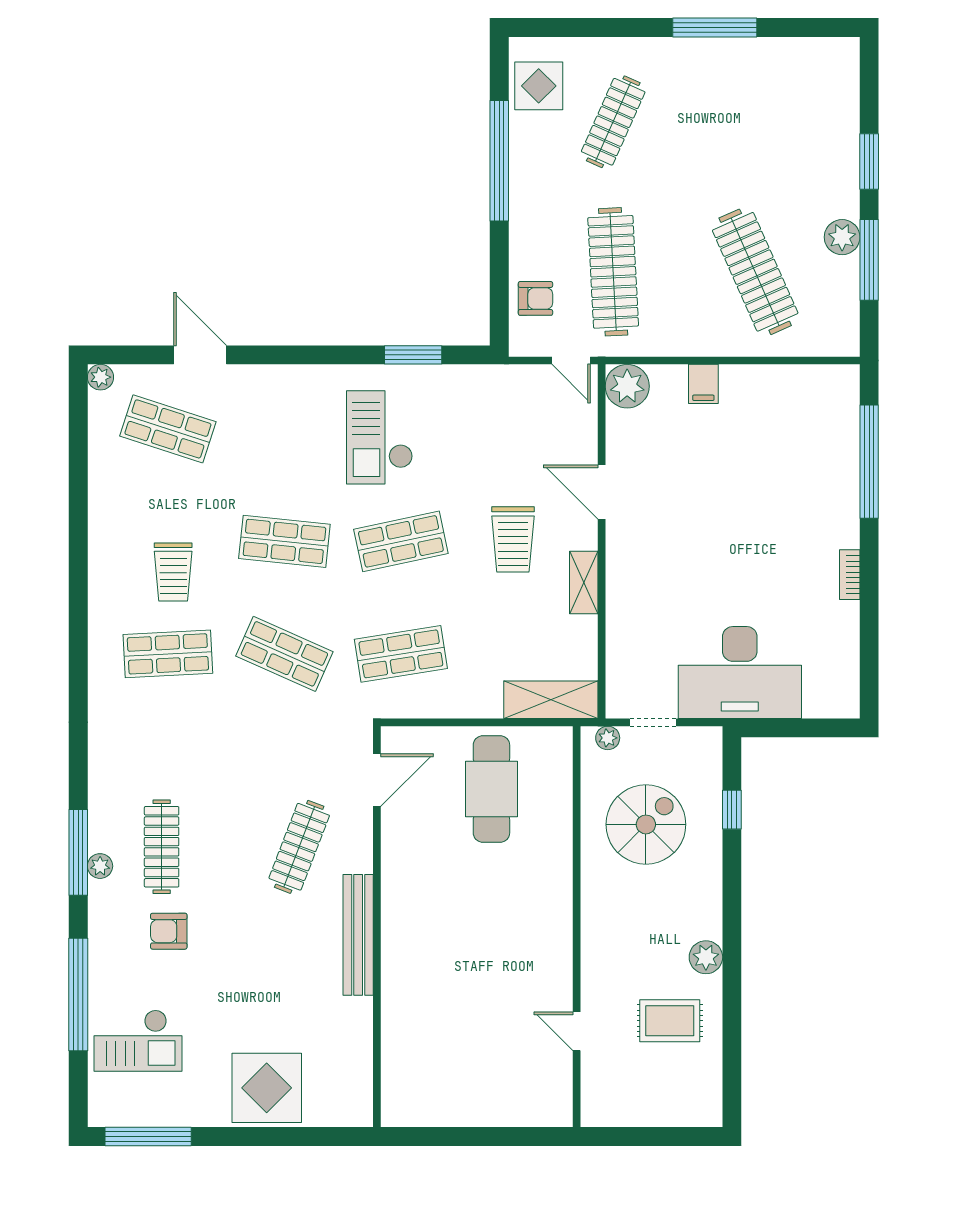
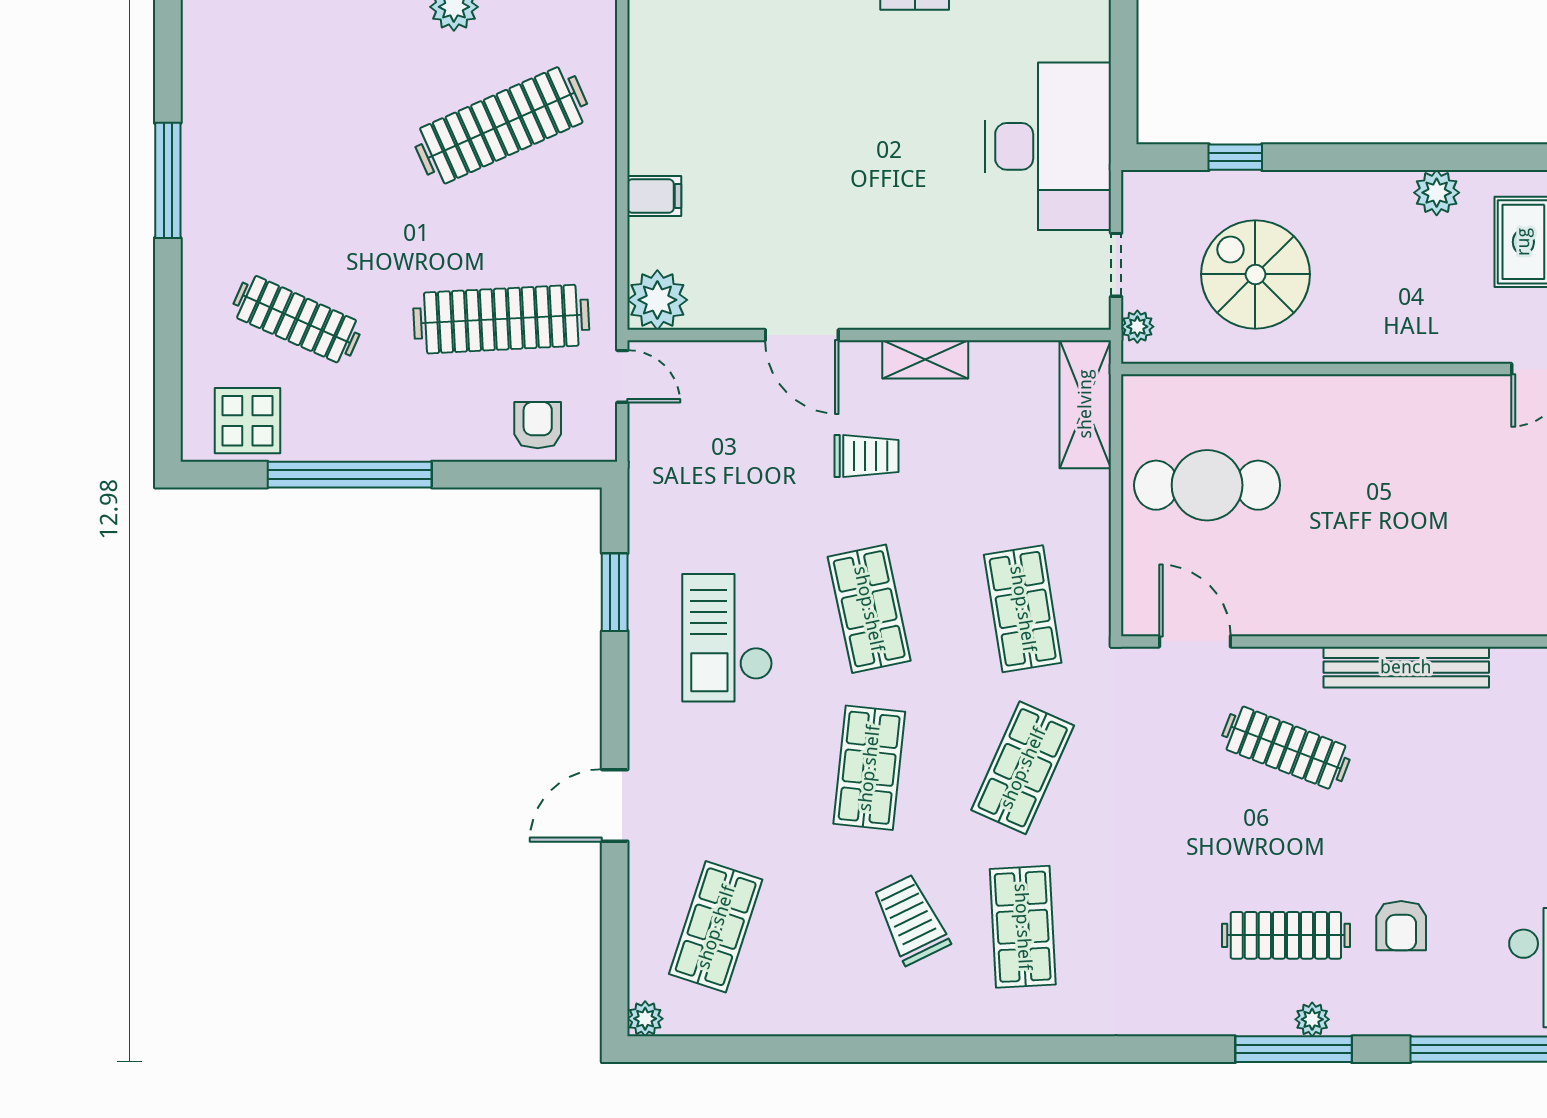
door: (200, 355) -> (615, 805), moved
door: (571, 361) -> (622, 376), hinge flipped
checkout: (380, 437) -> (727, 638), turned 90
door: (602, 492) -> (802, 335), hinge flipped
trolley: (513, 539) -> (867, 456), width x0.73, depth x0.72
trolley: (173, 572) -> (911, 920), turned -116

